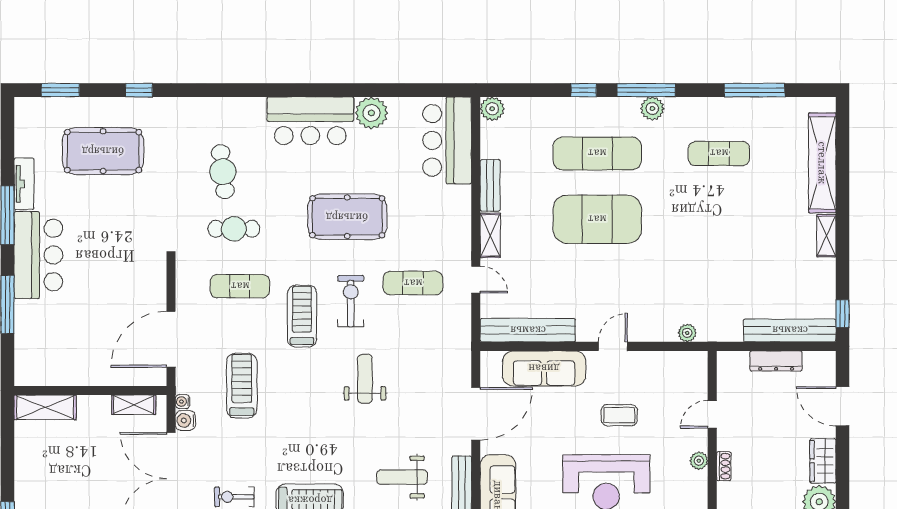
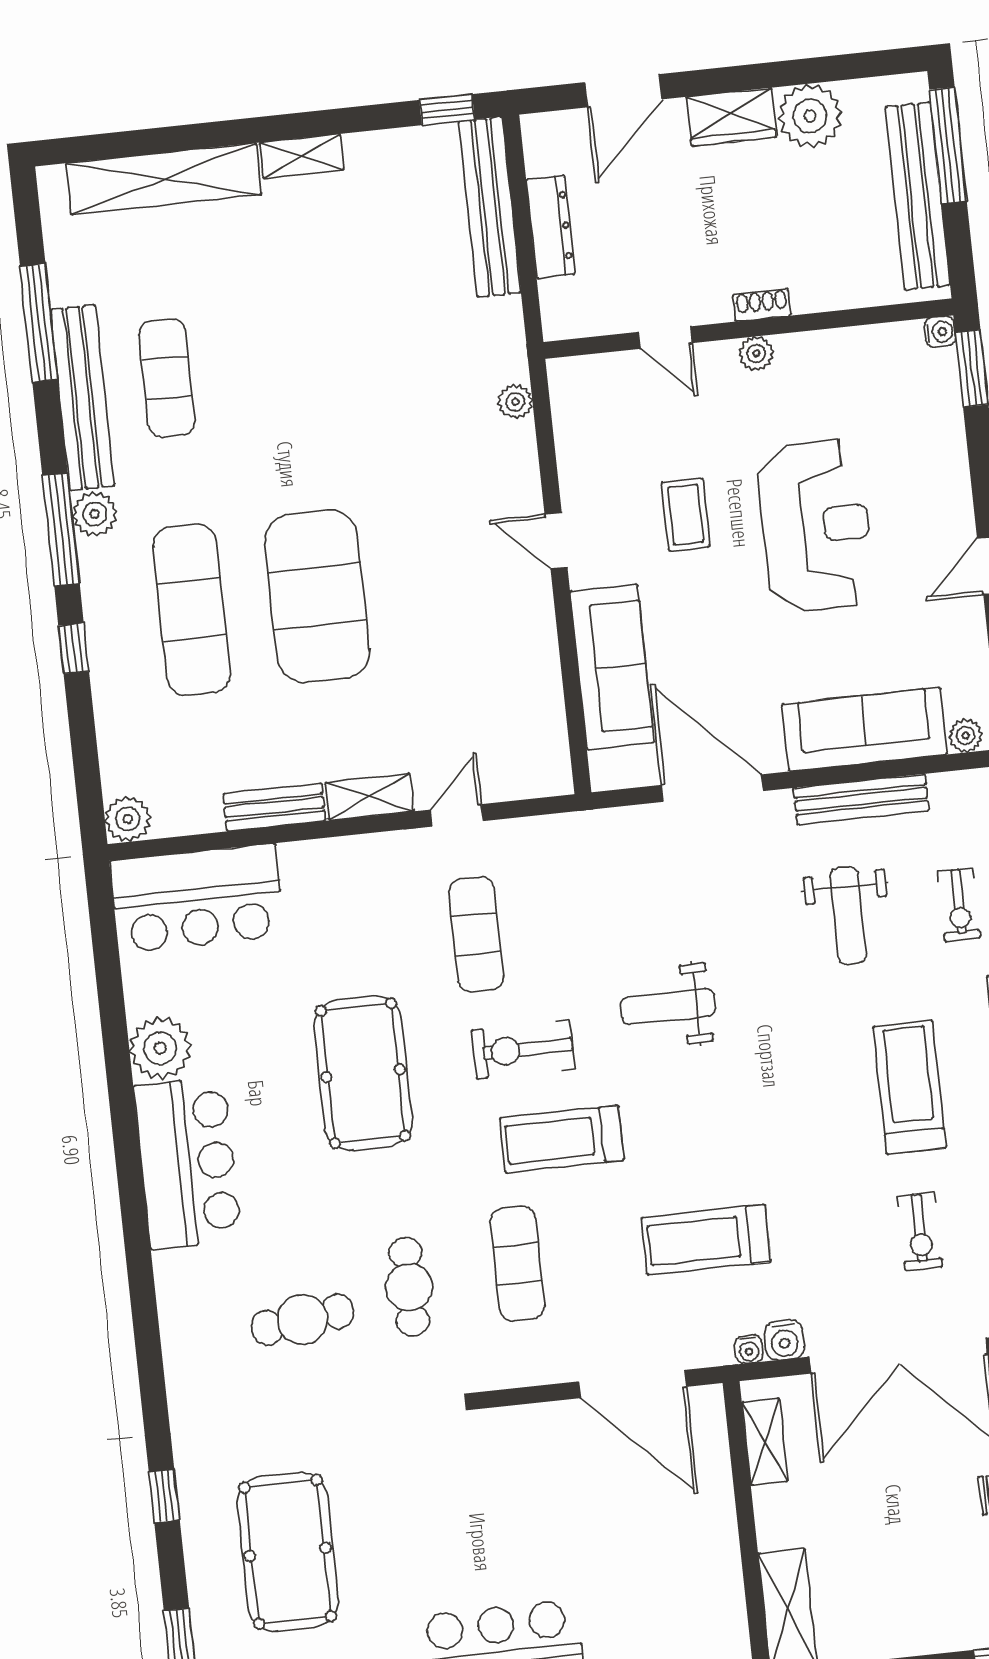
bench: (528, 330) -> (82, 398), moved

